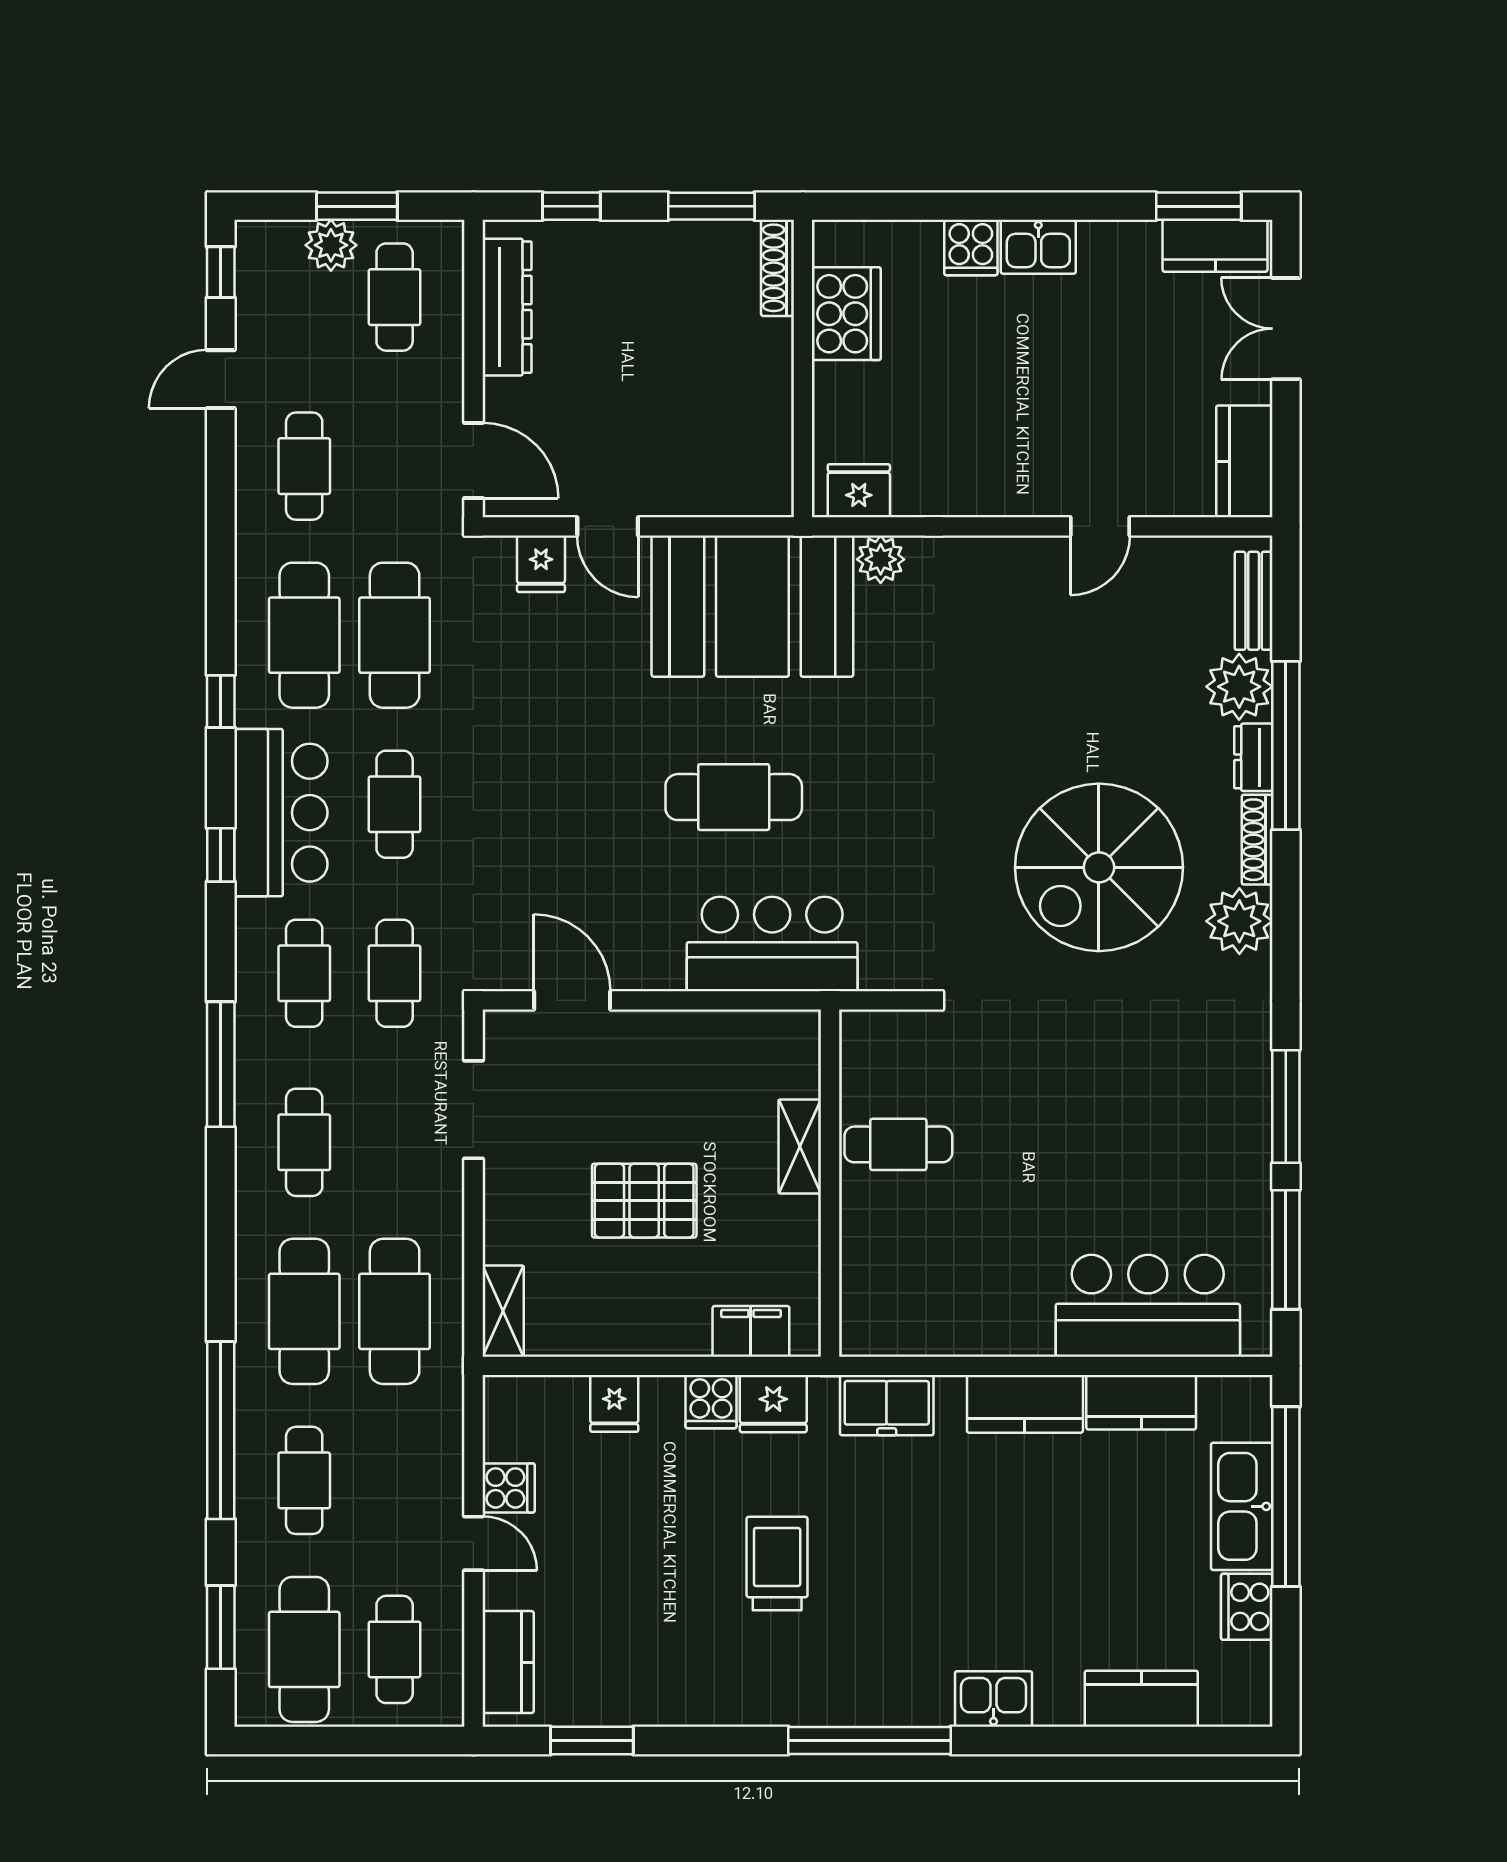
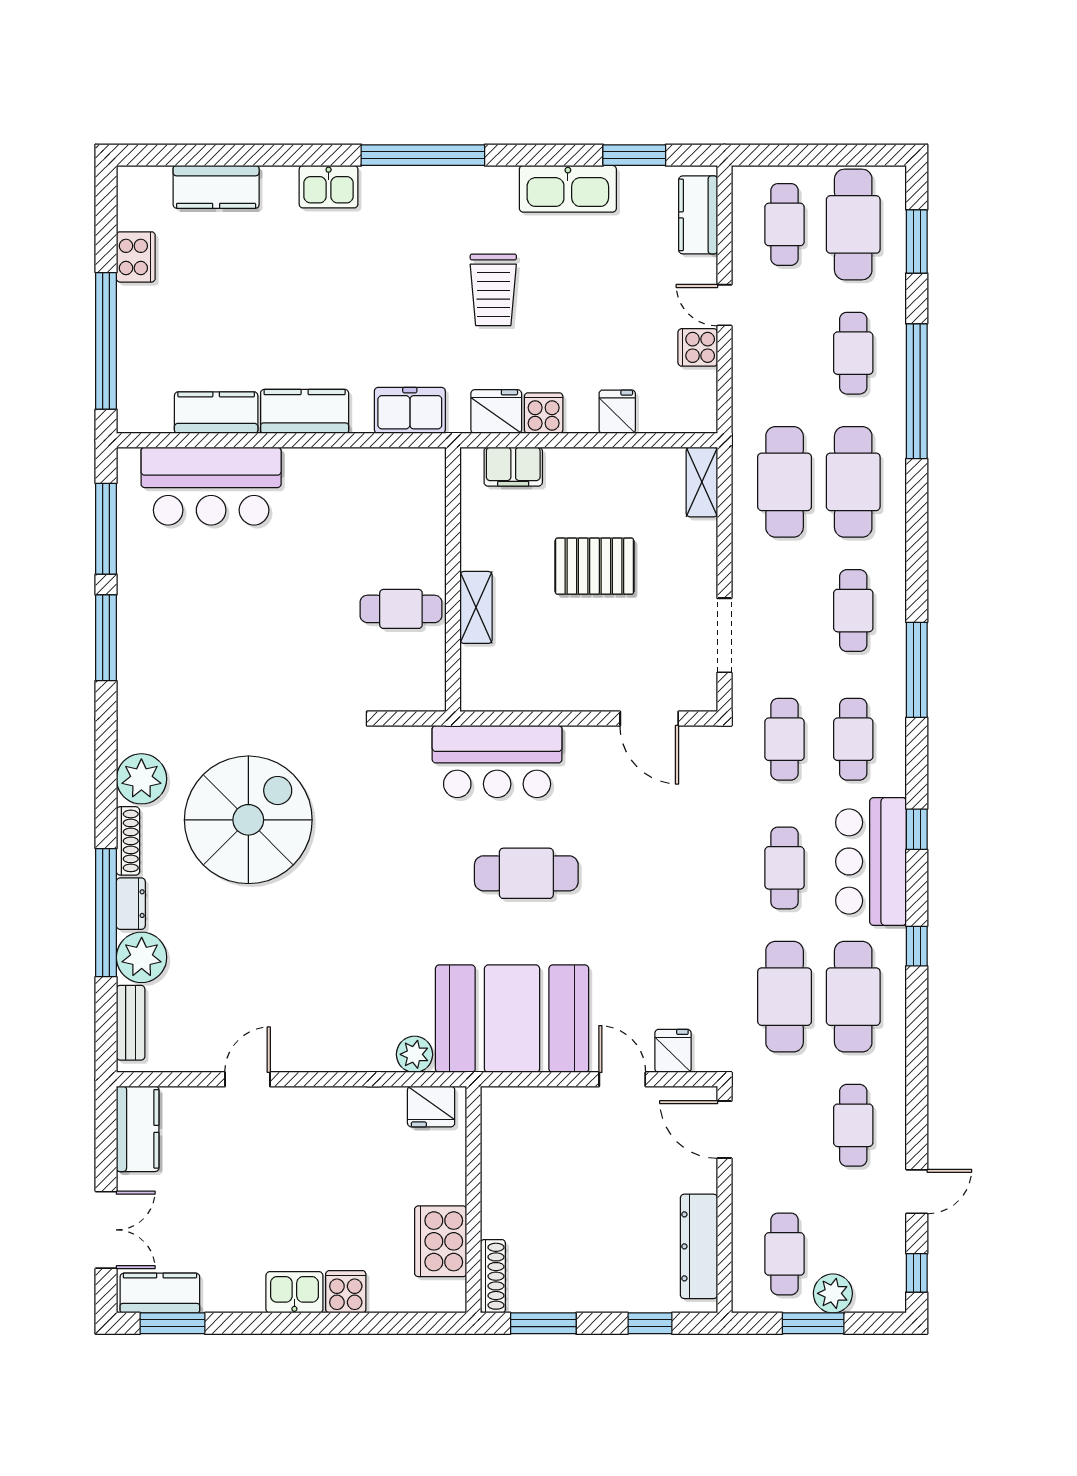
kitchen sink: (1242, 1506) -> (568, 189), moved, turned 90

